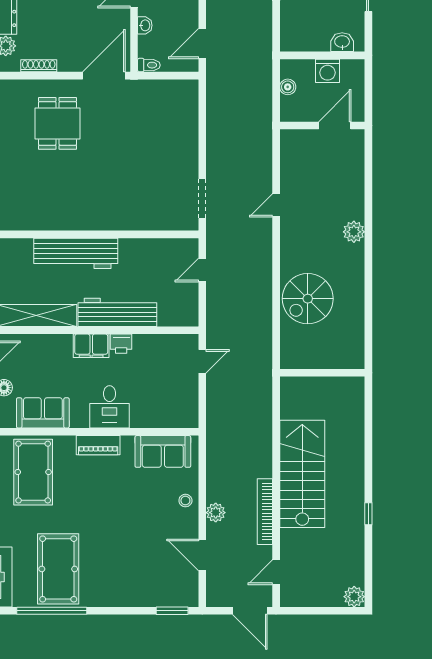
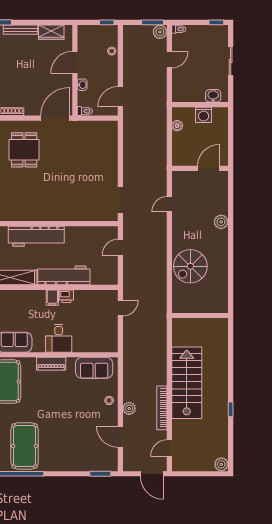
wall: (322, 125) -> (200, 168), moved
door: (335, 125) -> (208, 168), moved
filing cabinet: (91, 346) -> (52, 298), width x0.50

